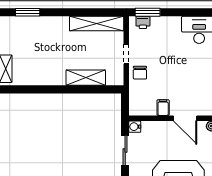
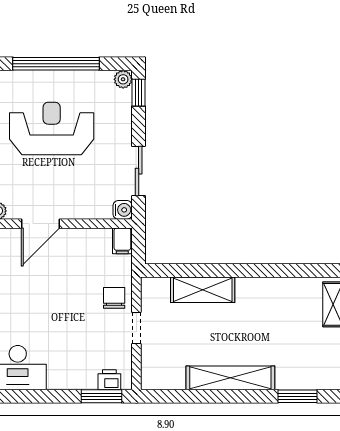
shelving: (97, 24) -> (230, 378), moved
filing cabinet: (163, 108) -> (122, 241), moved
door: (185, 118) -> (40, 224), swing flipped

